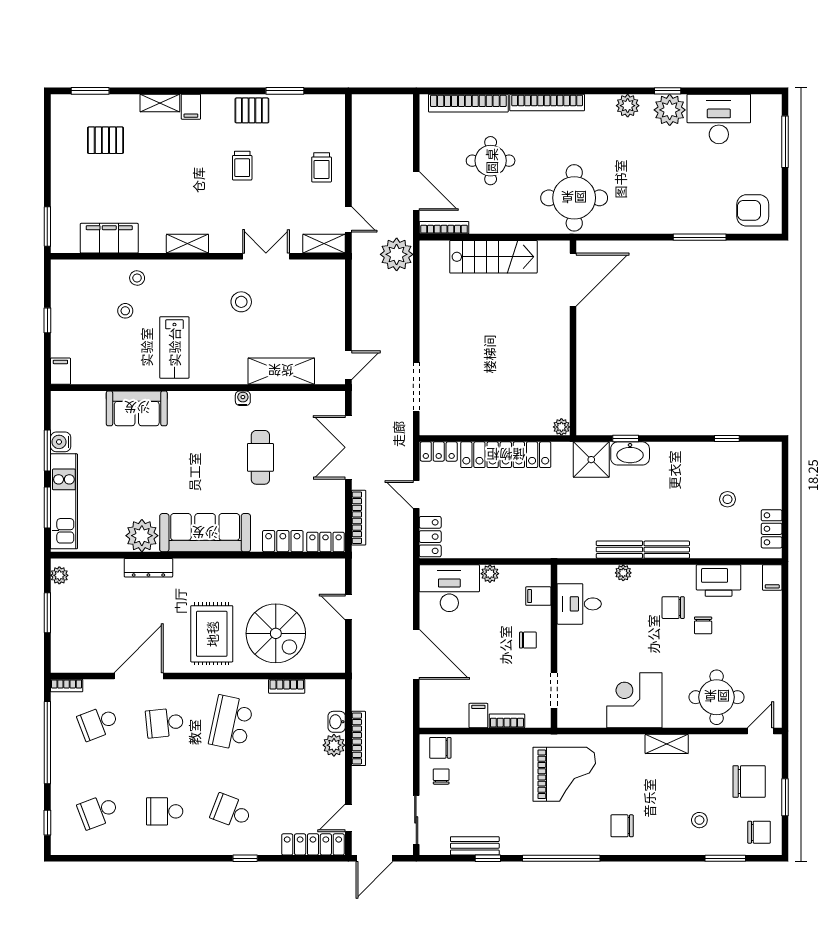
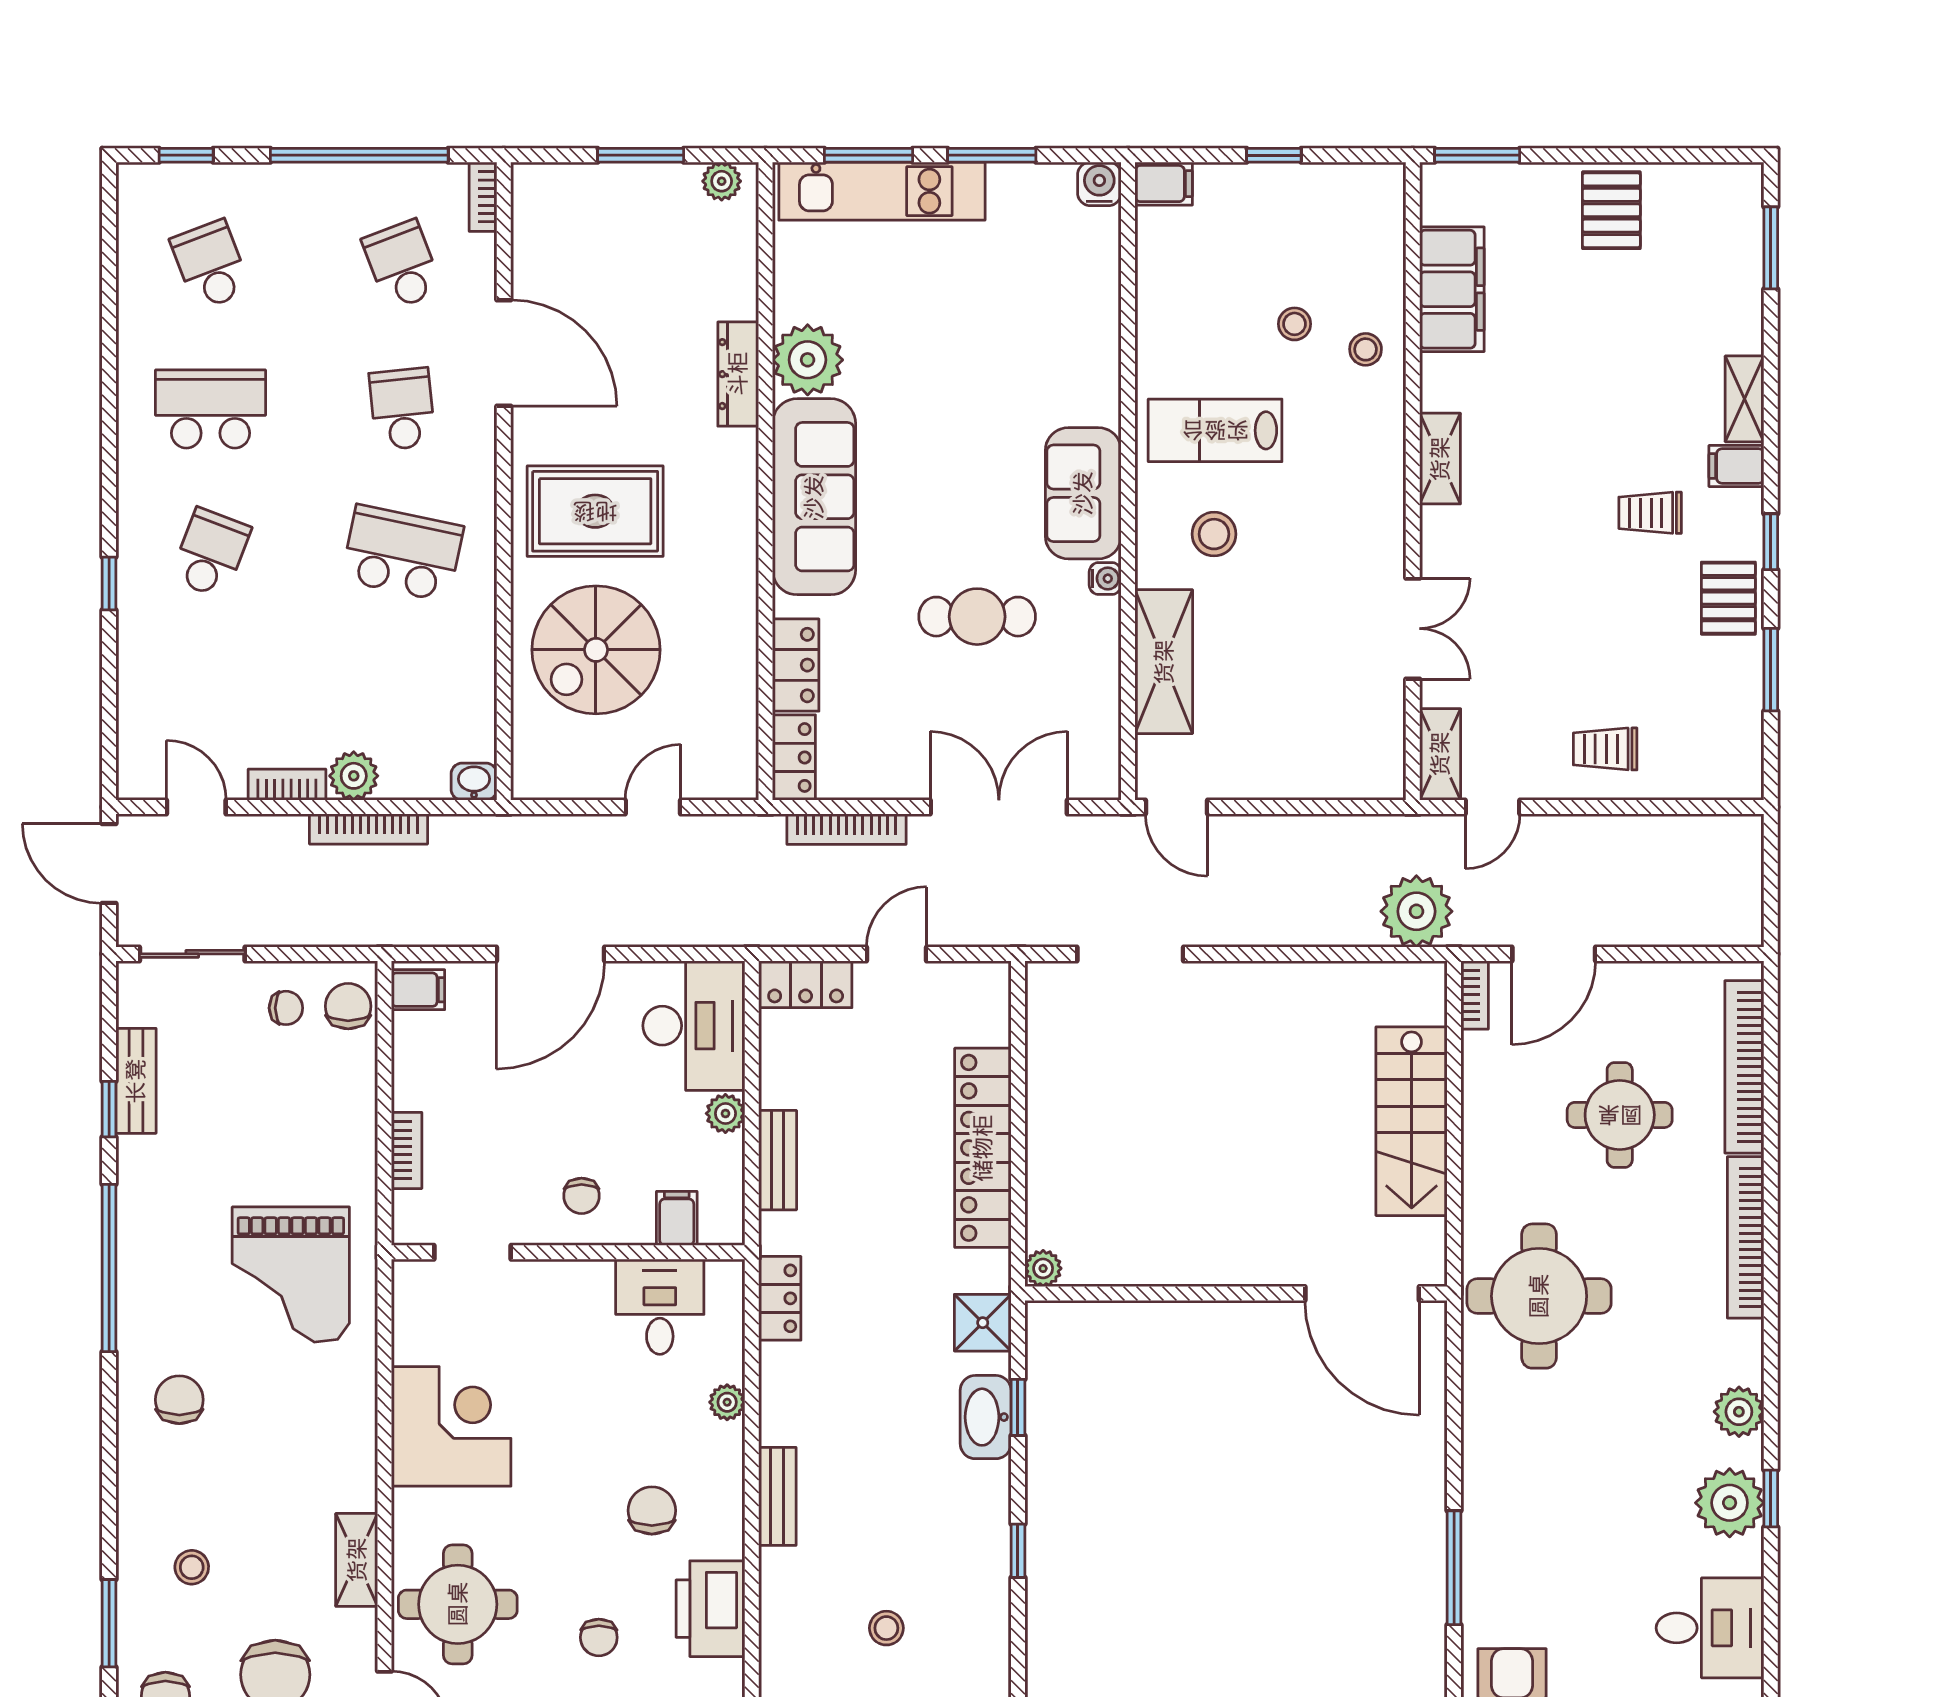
window: (226, 91) -> (1771, 542), added
desk: (719, 119) -> (1710, 1628), width x0.73
pallet: (105, 140) -> (1611, 210), moved
trolley: (242, 166) -> (1650, 513), moved
bookcase: (444, 228) -> (1475, 995), width x0.64
stool: (241, 302) -> (1214, 534), moved
sofa: (137, 408) -> (1083, 493), moved
window: (727, 439) -> (1018, 1551), moved
water cooler: (61, 442) -> (1099, 184), moved
locker: (439, 451) -> (780, 1298), moved, turned 180
shower: (591, 460) -> (983, 1323), width x0.73, depth x0.73
bench: (619, 550) -> (778, 1160), moved
chair: (703, 625) -> (599, 1637), moved, turned -90
bookcase: (287, 686) -> (287, 785), moved, turned 90
filing cabinet: (478, 716) -> (418, 990), moved
washbasin: (337, 722) -> (474, 782), moved
shelving: (667, 744) -> (357, 1560), moved
school desk: (165, 811) -> (211, 409), width x1.85
locker: (313, 844) -> (139, 730), removed

